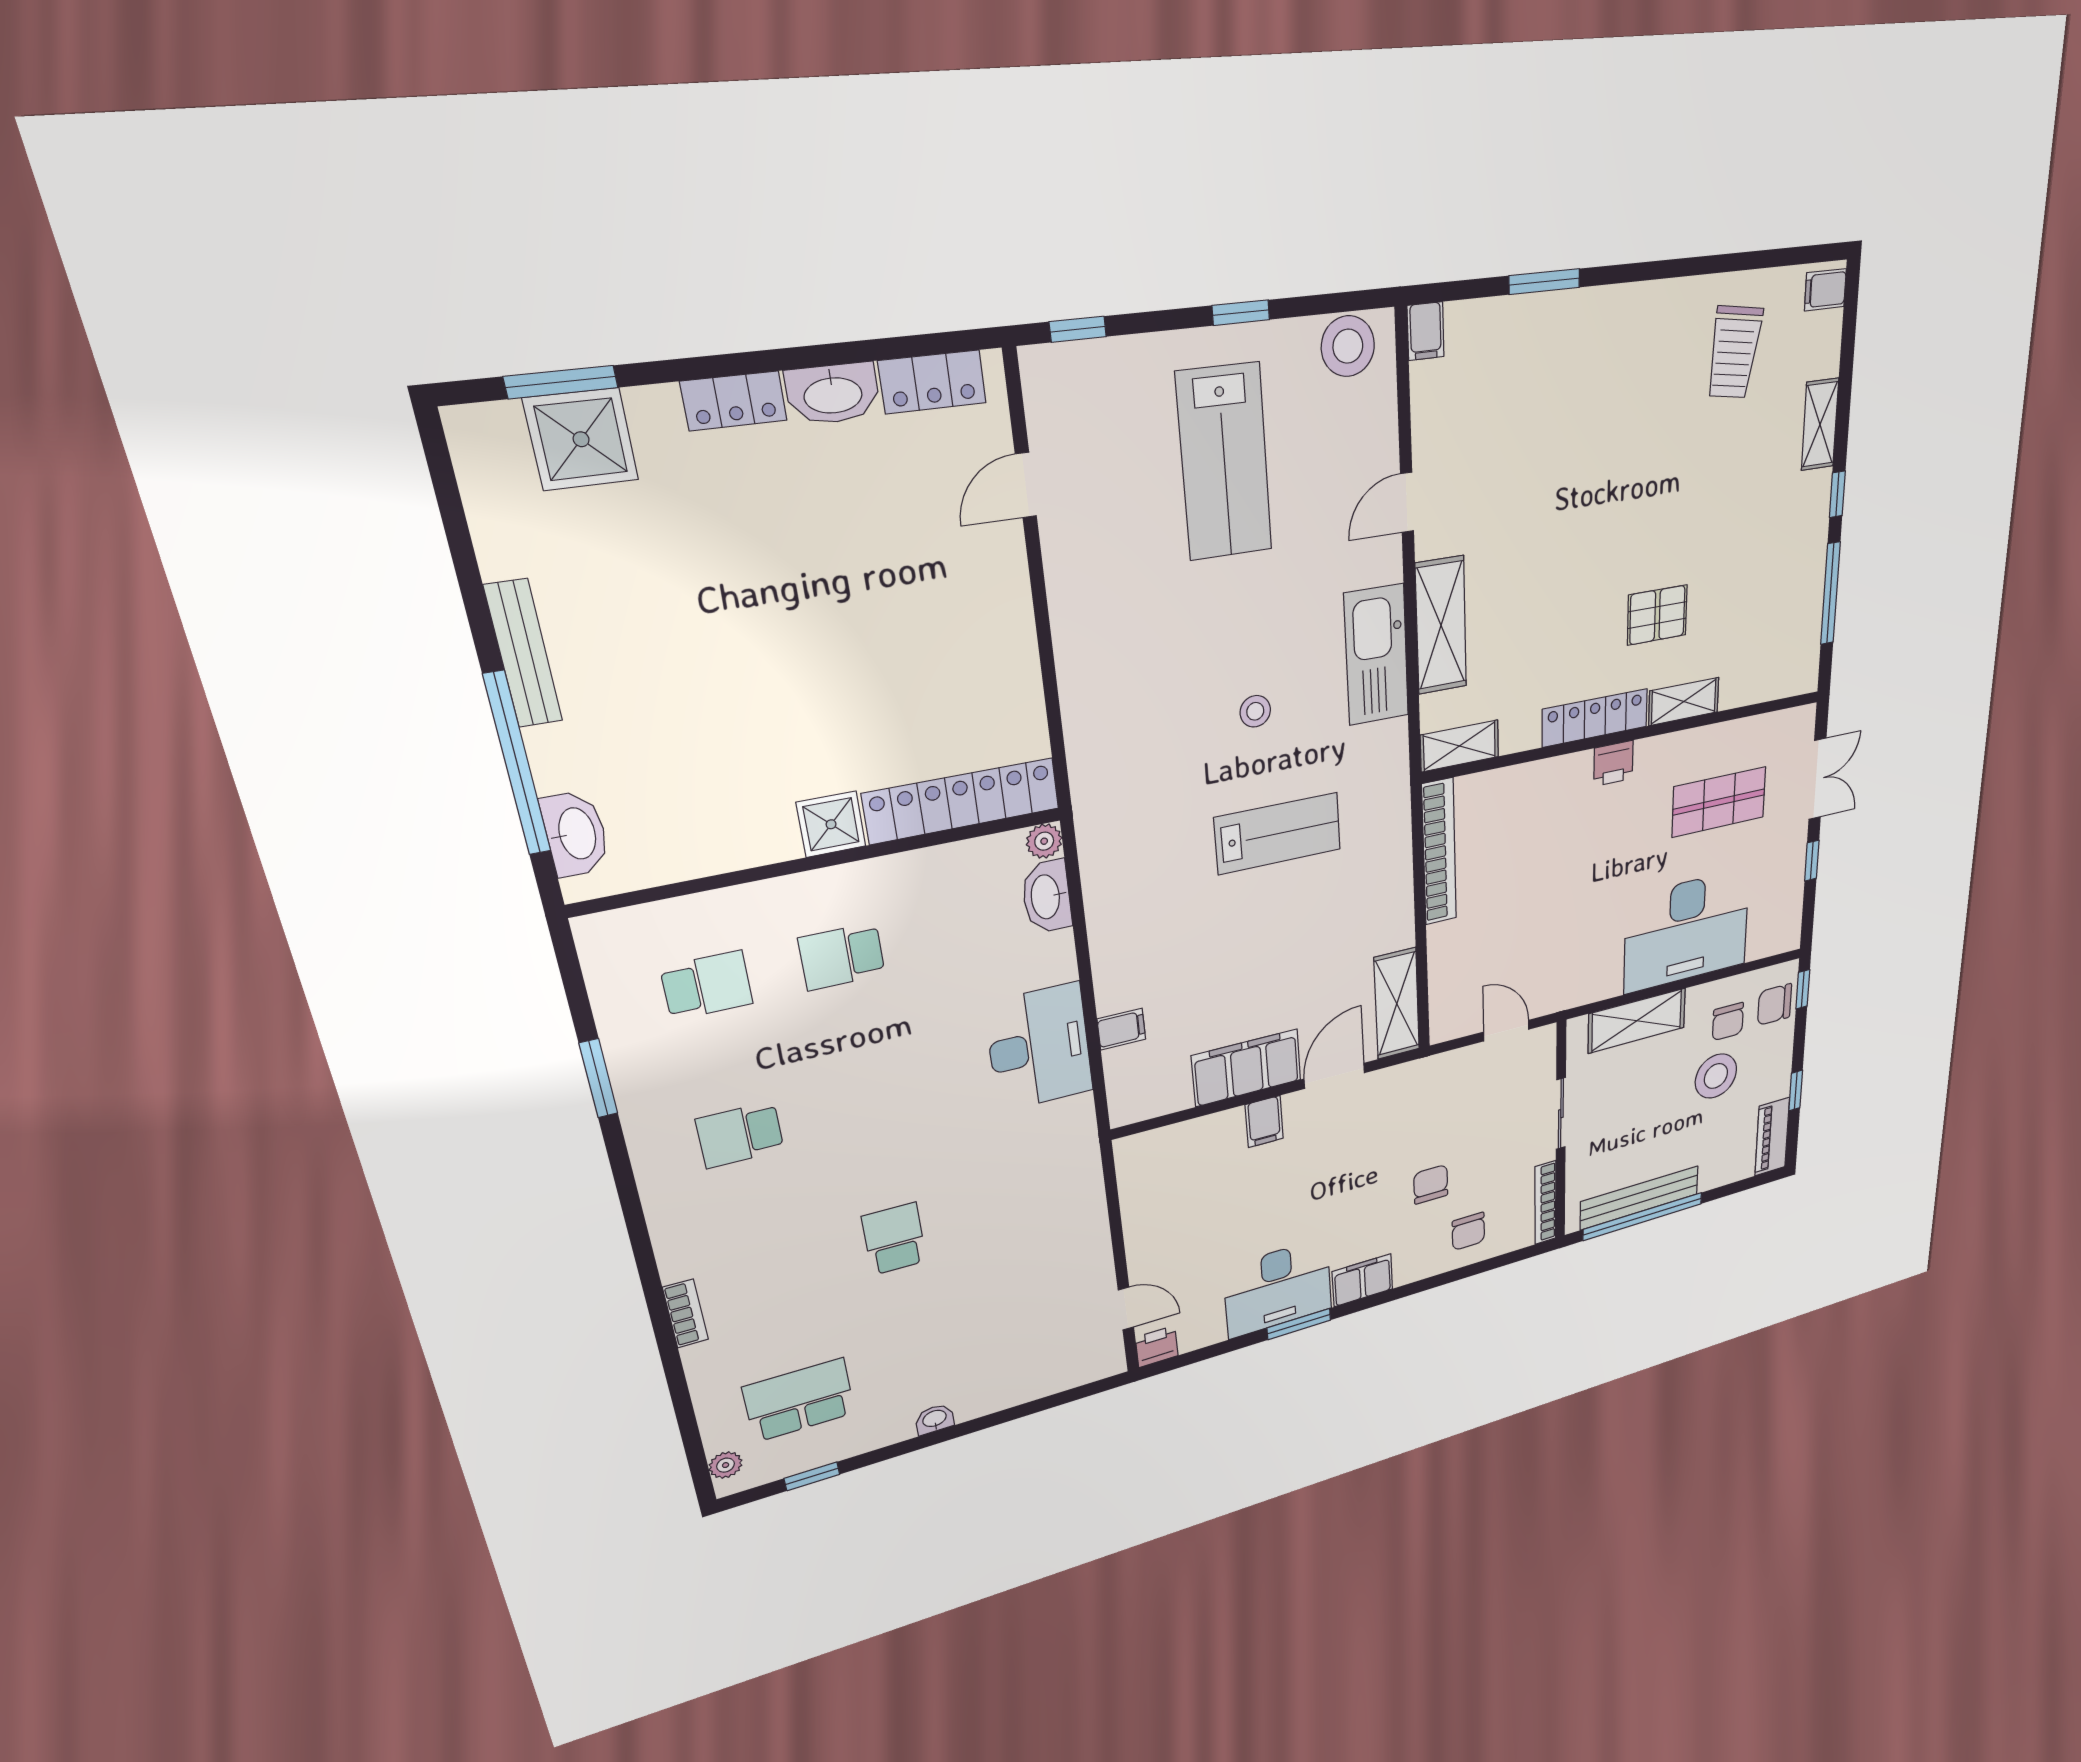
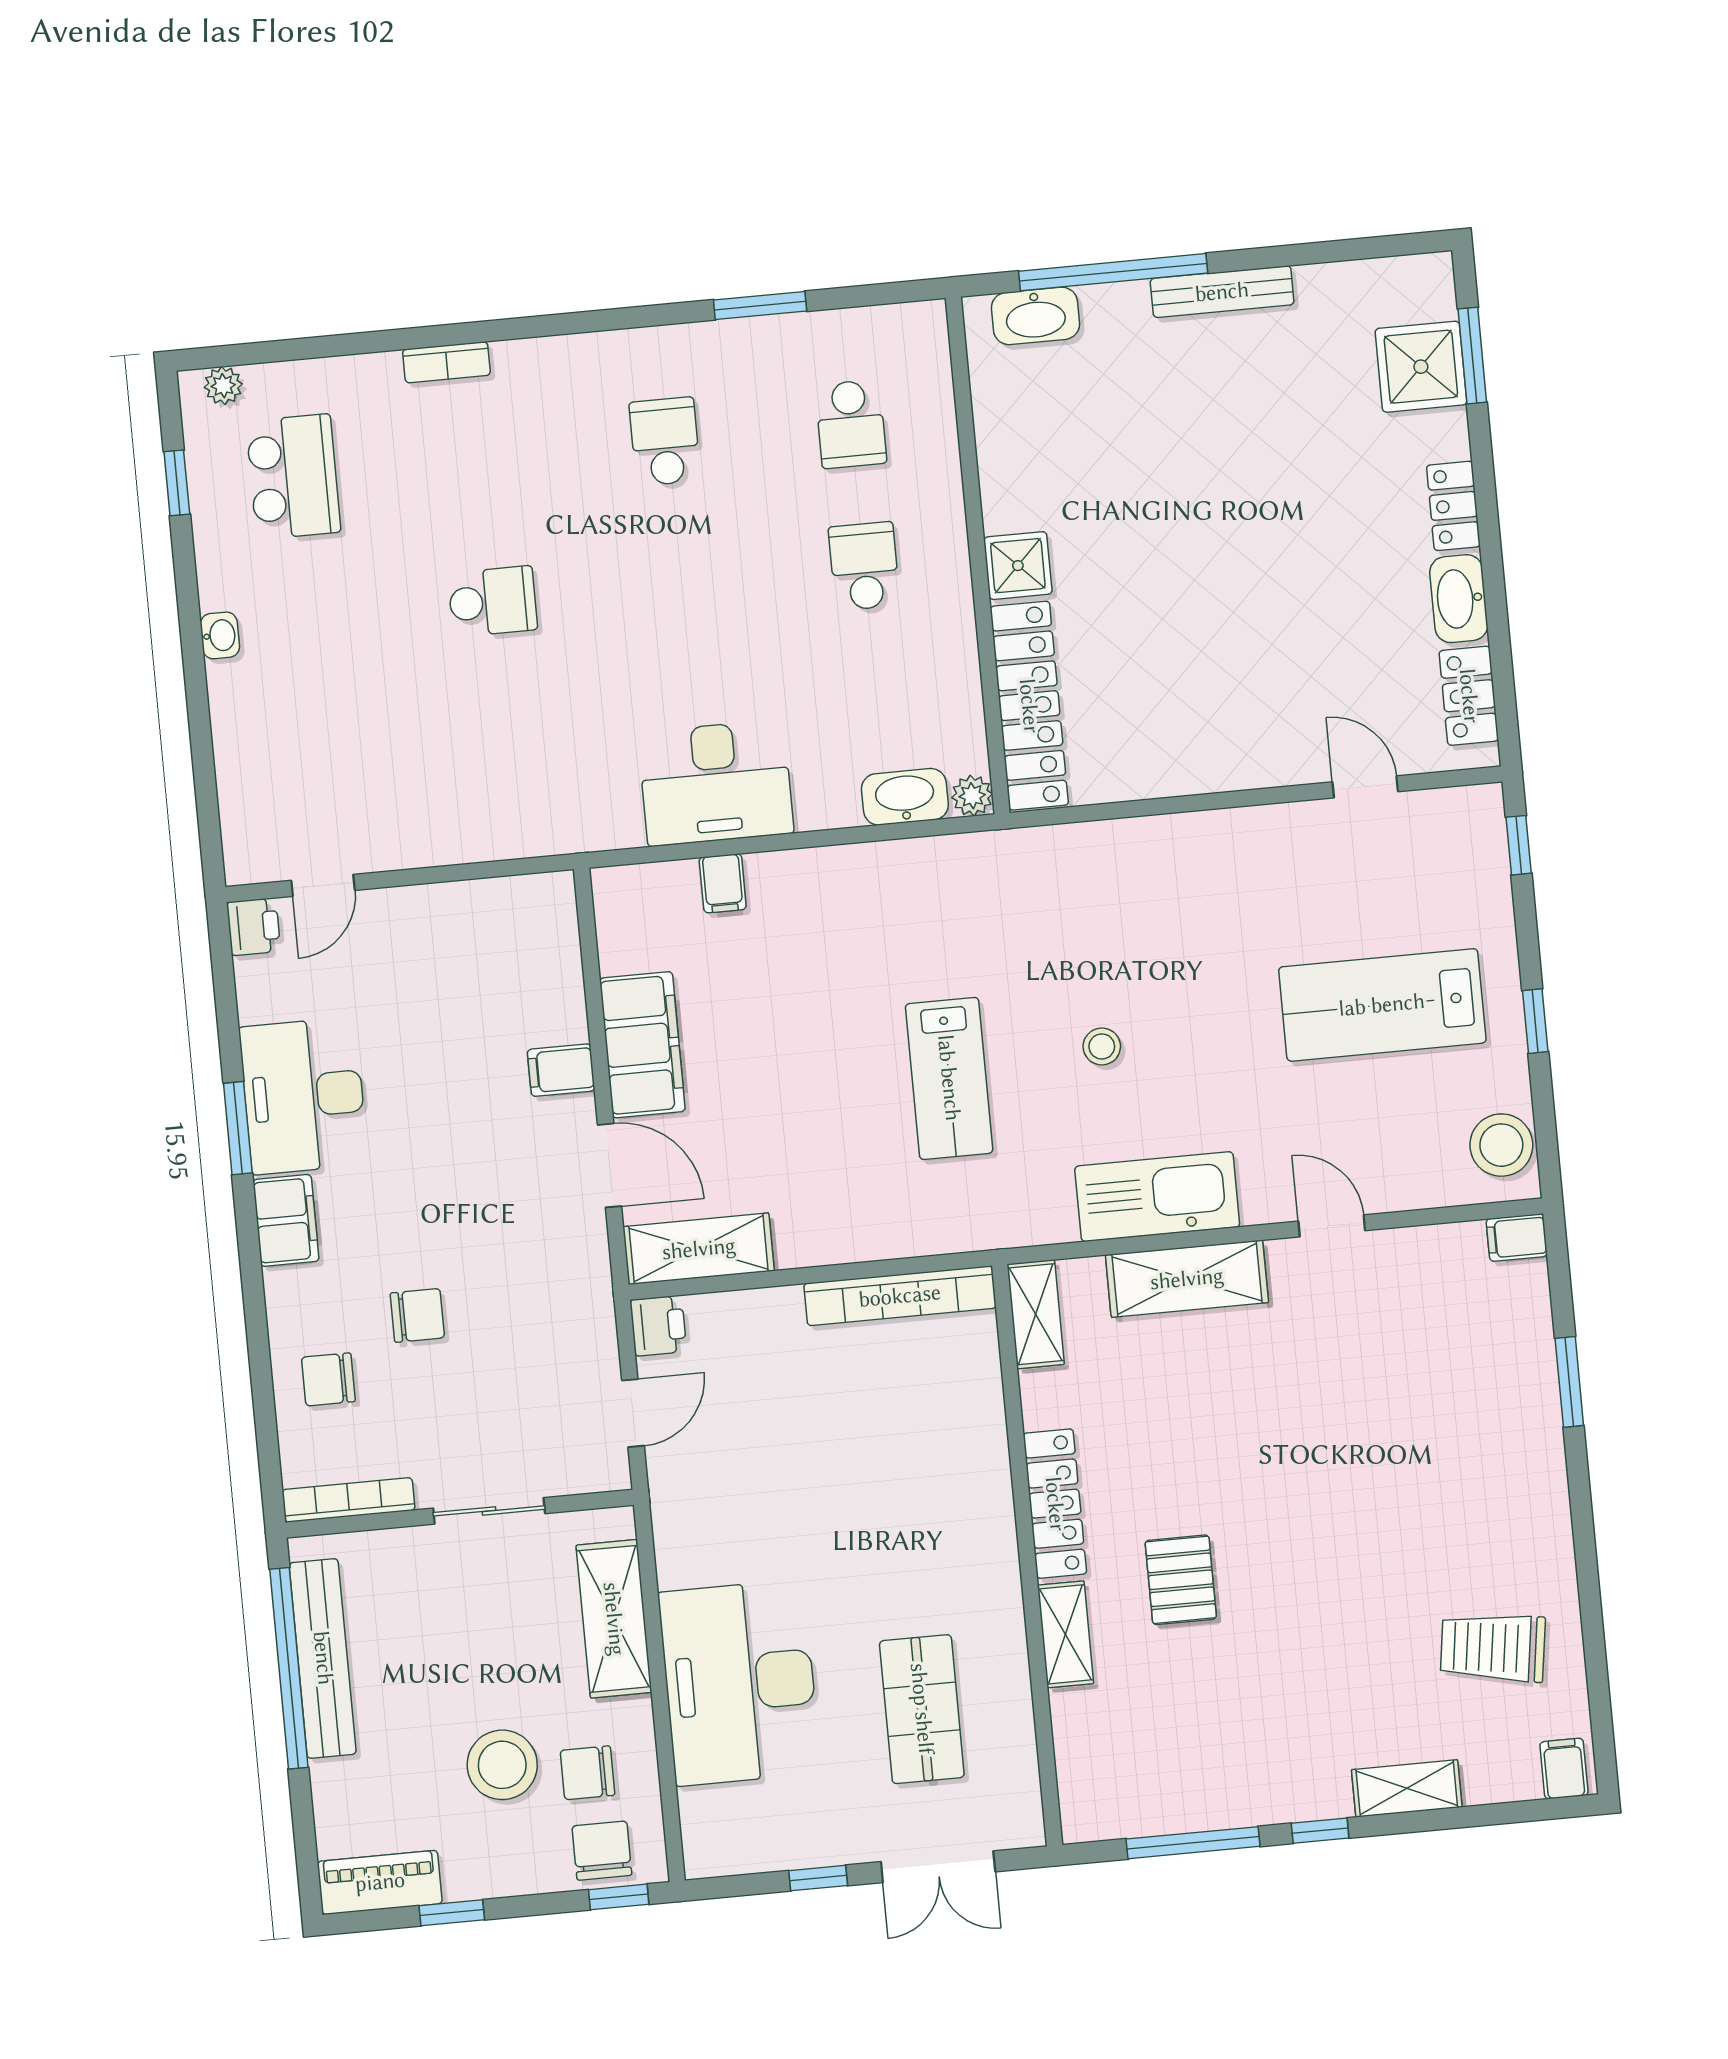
printer: (1613, 763) -> (658, 1326), moved, turned 180

